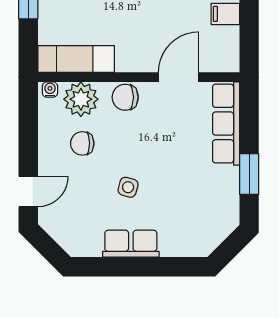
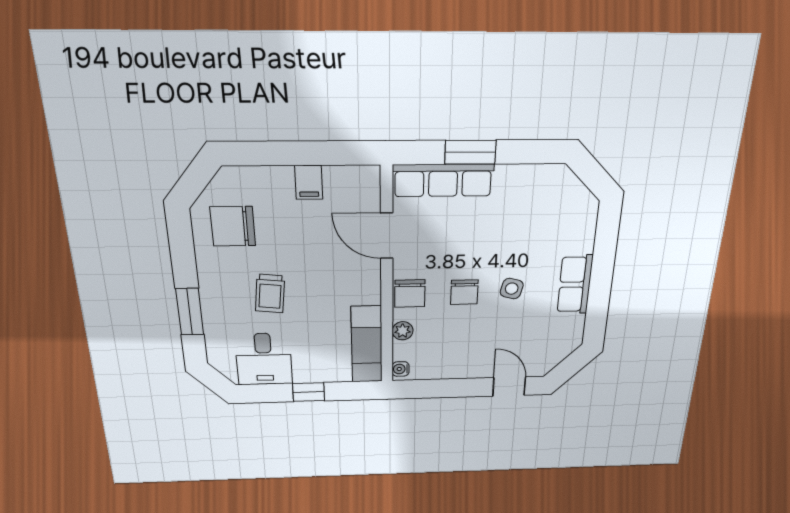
plant: (81, 99) -> (403, 331), width x0.53, depth x0.53
chair: (82, 143) -> (464, 292), moved
window: (249, 174) -> (470, 152), moved

